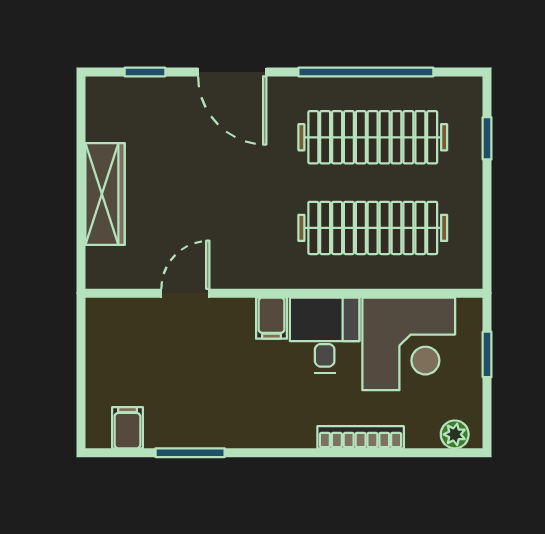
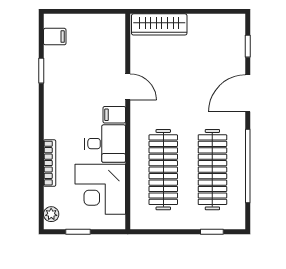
wardrobe: (105, 194) -> (159, 24), moved
door: (185, 293) -> (128, 87), moved
window: (487, 354) -> (78, 232), moved
window: (190, 453) -> (41, 71), width x0.67

